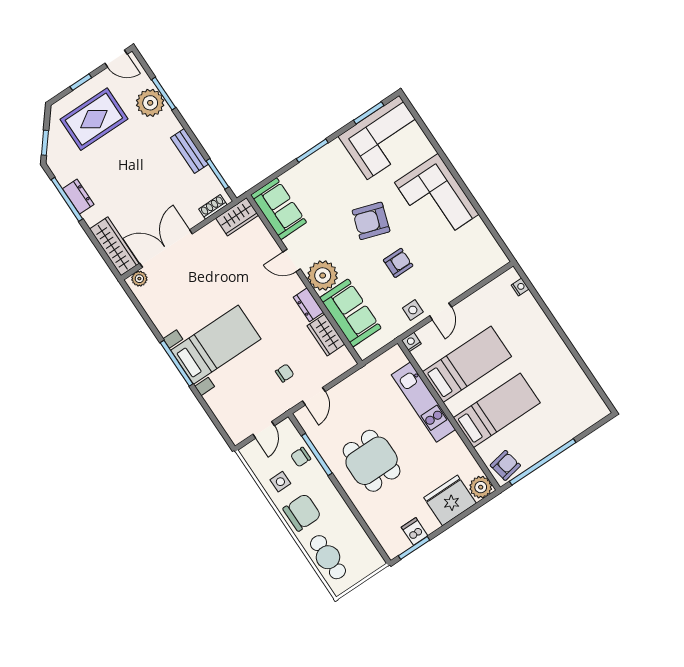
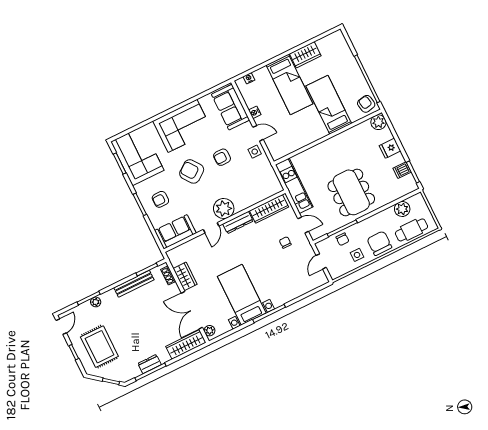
plant: (150, 103) -> (96, 302), width x0.53, depth x0.53
bench: (189, 151) -> (134, 284), width x1.36
armchair: (324, 180) -> (160, 199), added
wardrobe: (237, 217) -> (185, 276), moved
armchair: (371, 221) -> (192, 171), turned 125
armchair: (398, 263) -> (222, 157), turned -90
dresser: (308, 305) -> (238, 223), width x1.44
sofa: (350, 313) -> (231, 107), moved, turned -90
wardrobe: (326, 335) -> (269, 209), width x1.50
nightstand: (411, 342) -> (255, 112), moved
bed with nightstands: (216, 345) -> (242, 295), moved
bed: (467, 364) -> (289, 84), moved, turned 180
wardrobe: (566, 366) -> (305, 55), added
kitchen unit: (423, 402) -> (294, 186), moved, turned -90
door: (264, 430) -> (321, 261), swing flipped
dining table: (372, 461) -> (351, 192), width x1.38
fridge: (450, 500) -> (390, 148), width x0.53, depth x0.75
plant: (357, 539) -> (402, 209), added

